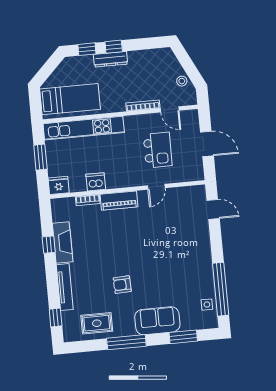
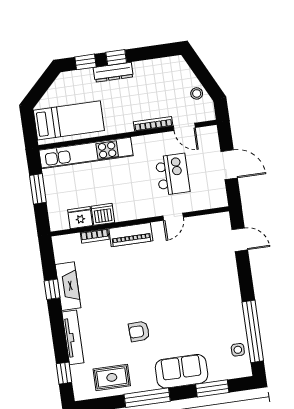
fridge: (59, 185) -> (80, 218), moved

